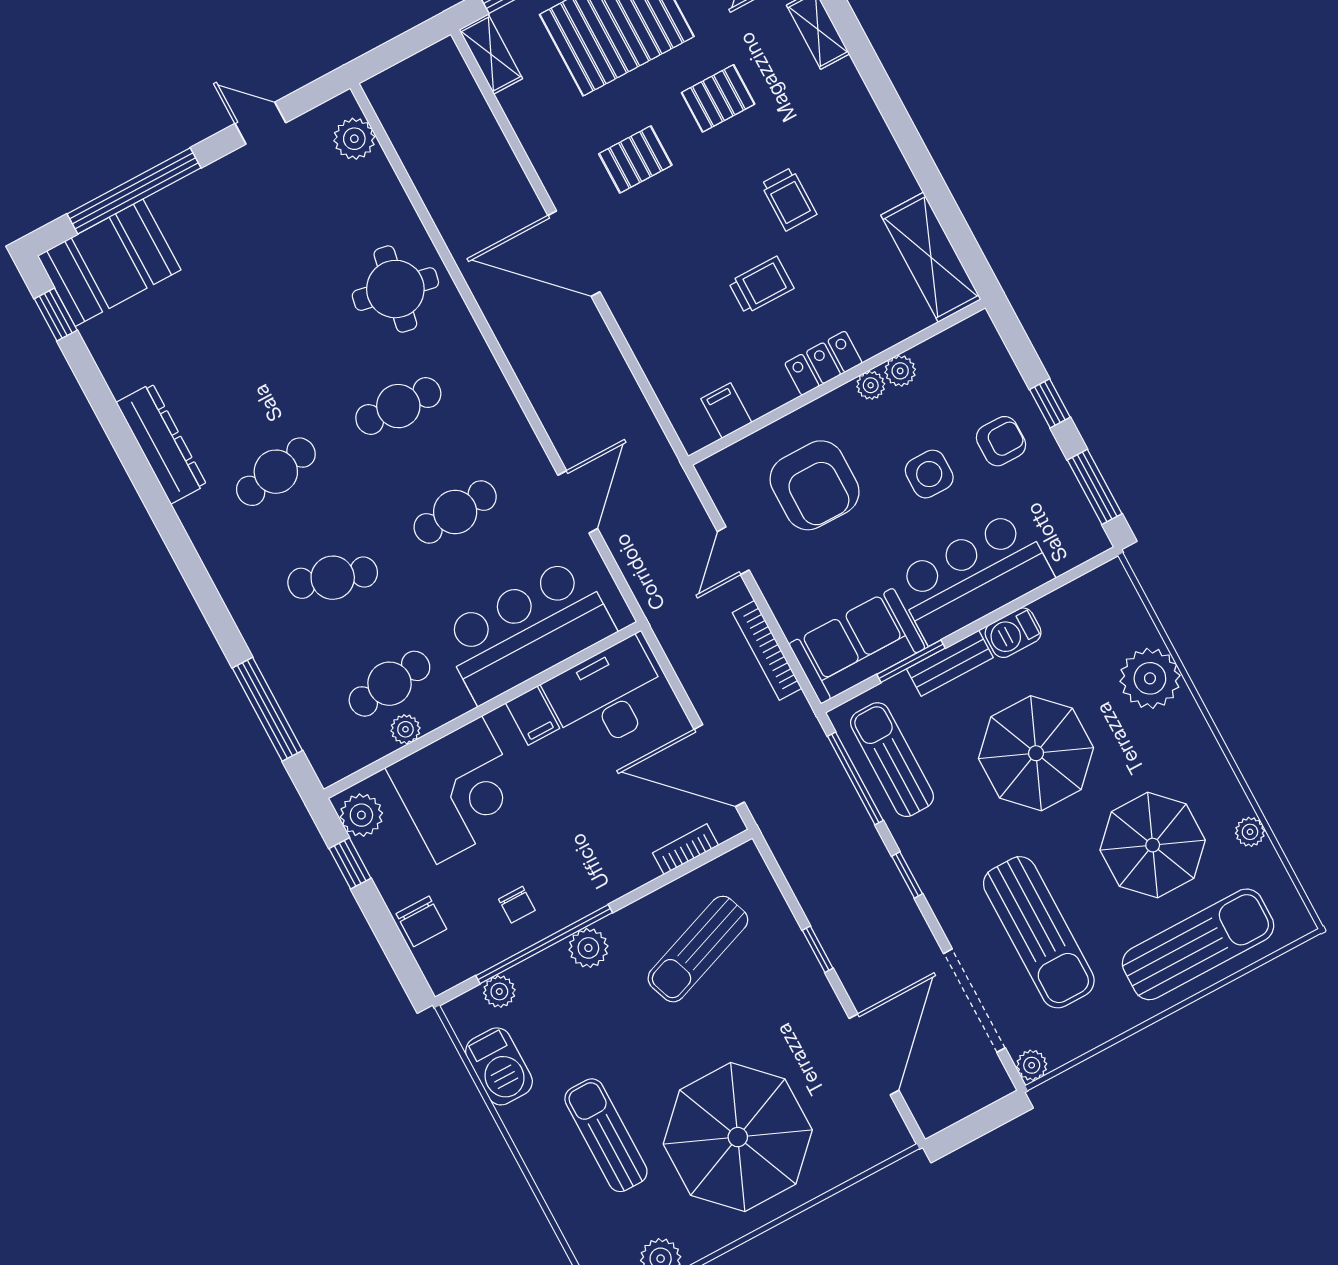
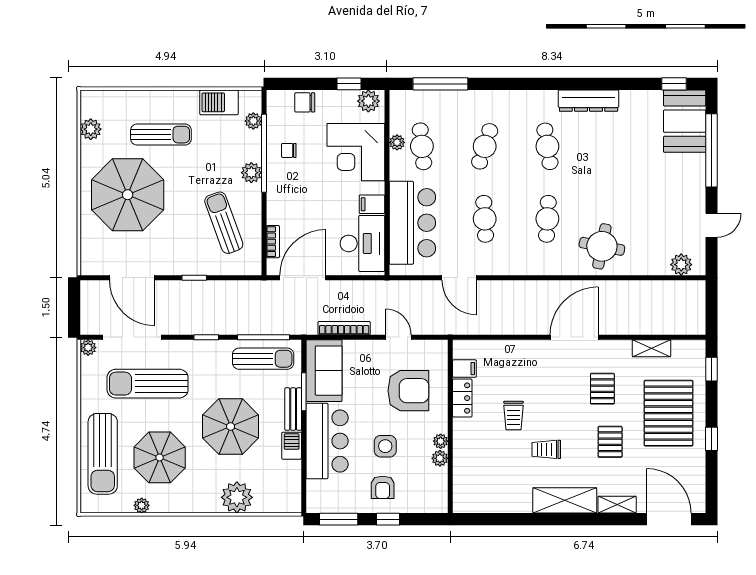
shelving: (491, 54) -> (652, 348), moved
shelving: (931, 257) -> (565, 500), moved
locker: (823, 363) -> (462, 398), moved
armchair: (815, 485) -> (408, 391), turned 180

